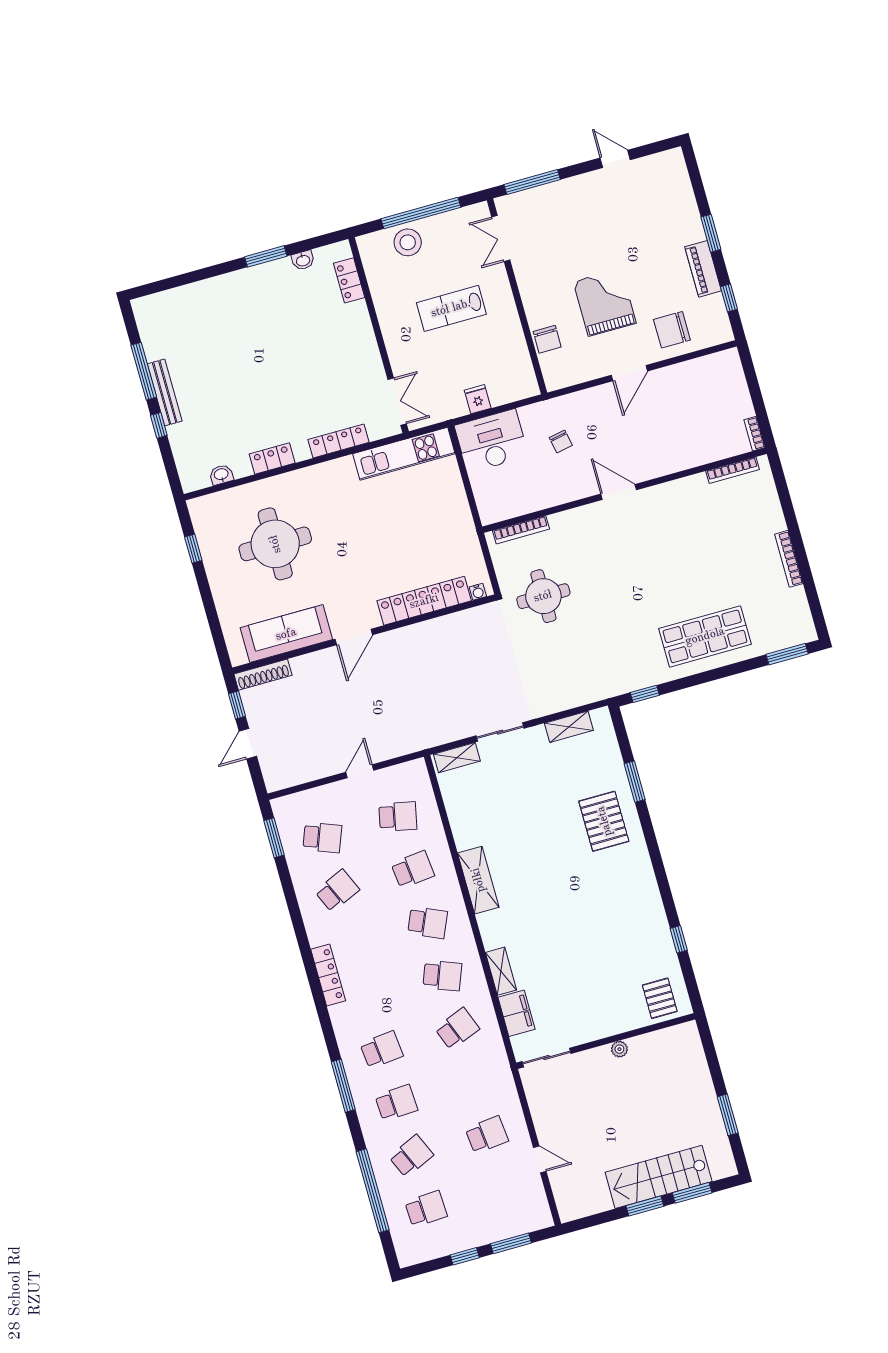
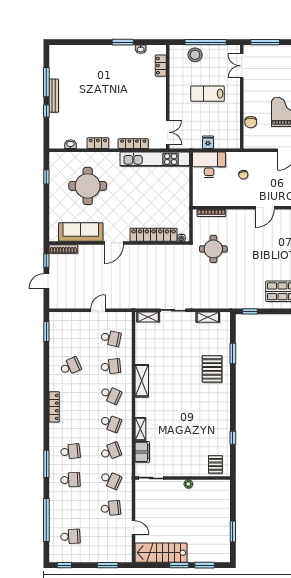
kitchen unit: (404, 454) -> (155, 159), width x1.36
door: (619, 492) -> (265, 208), swing flipped
school desk: (322, 838) -> (70, 338), removed
school desk: (411, 1156) -> (111, 480), moved, turned 48
stairs: (659, 1177) -> (161, 553), moved
window: (465, 1256) -> (64, 565), moved

